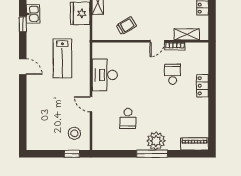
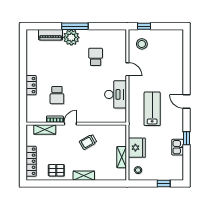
trolley: (126, 26) -> (88, 142), moved
piano: (195, 144) -> (51, 35), moved

